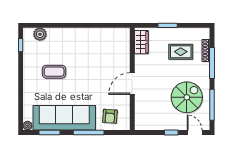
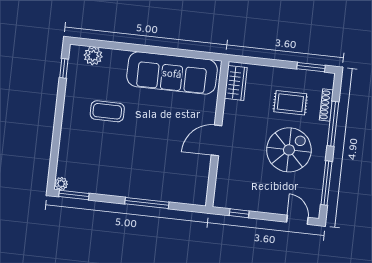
window: (168, 25) -> (311, 67), moved
spiral stairs: (187, 97) -> (289, 150), moved
armchair: (110, 116) -> (180, 183), removed
sofa: (64, 118) -> (172, 73), moved, turned 180
window: (50, 133) -> (74, 195), moved
window: (171, 133) -> (239, 213), moved

